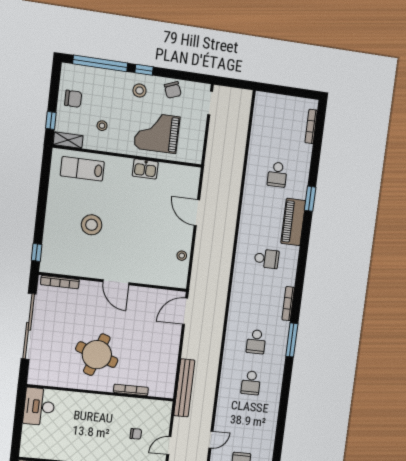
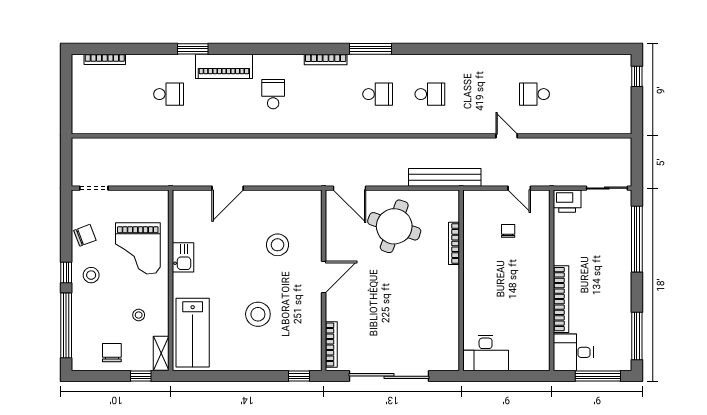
lab bench: (82, 169) -> (193, 333), width x1.36, depth x1.39
stool: (182, 256) -> (277, 245), moved, width x1.89, depth x1.89
round table: (97, 355) -> (394, 226), moved

